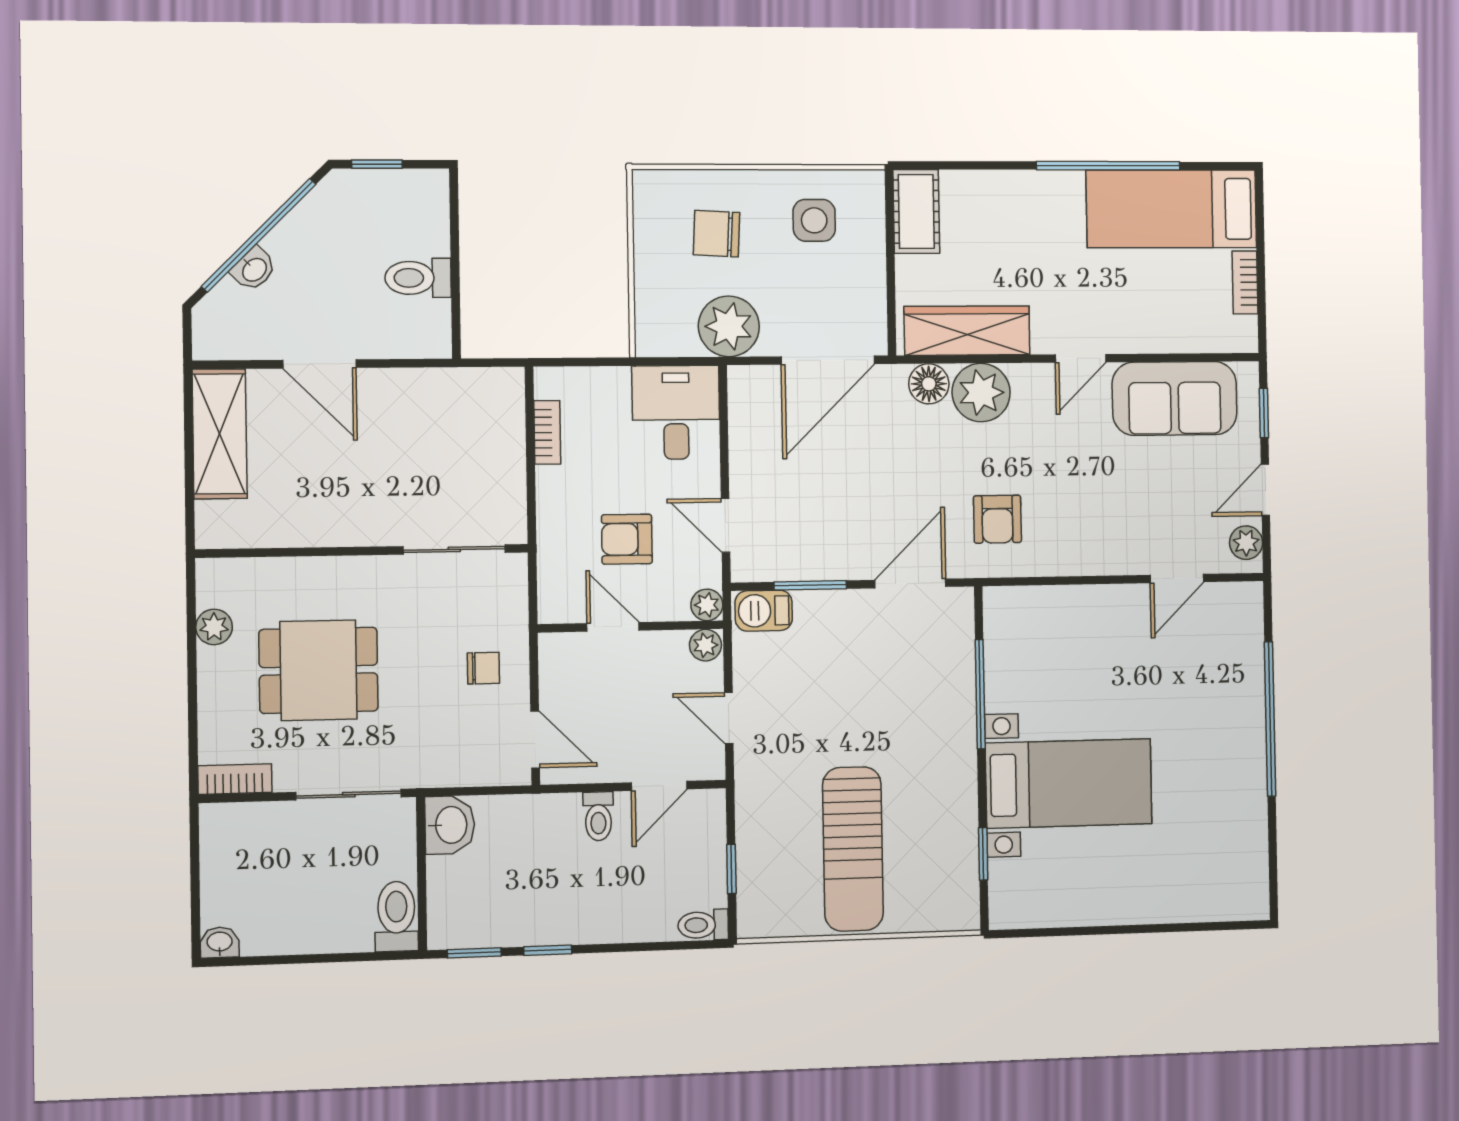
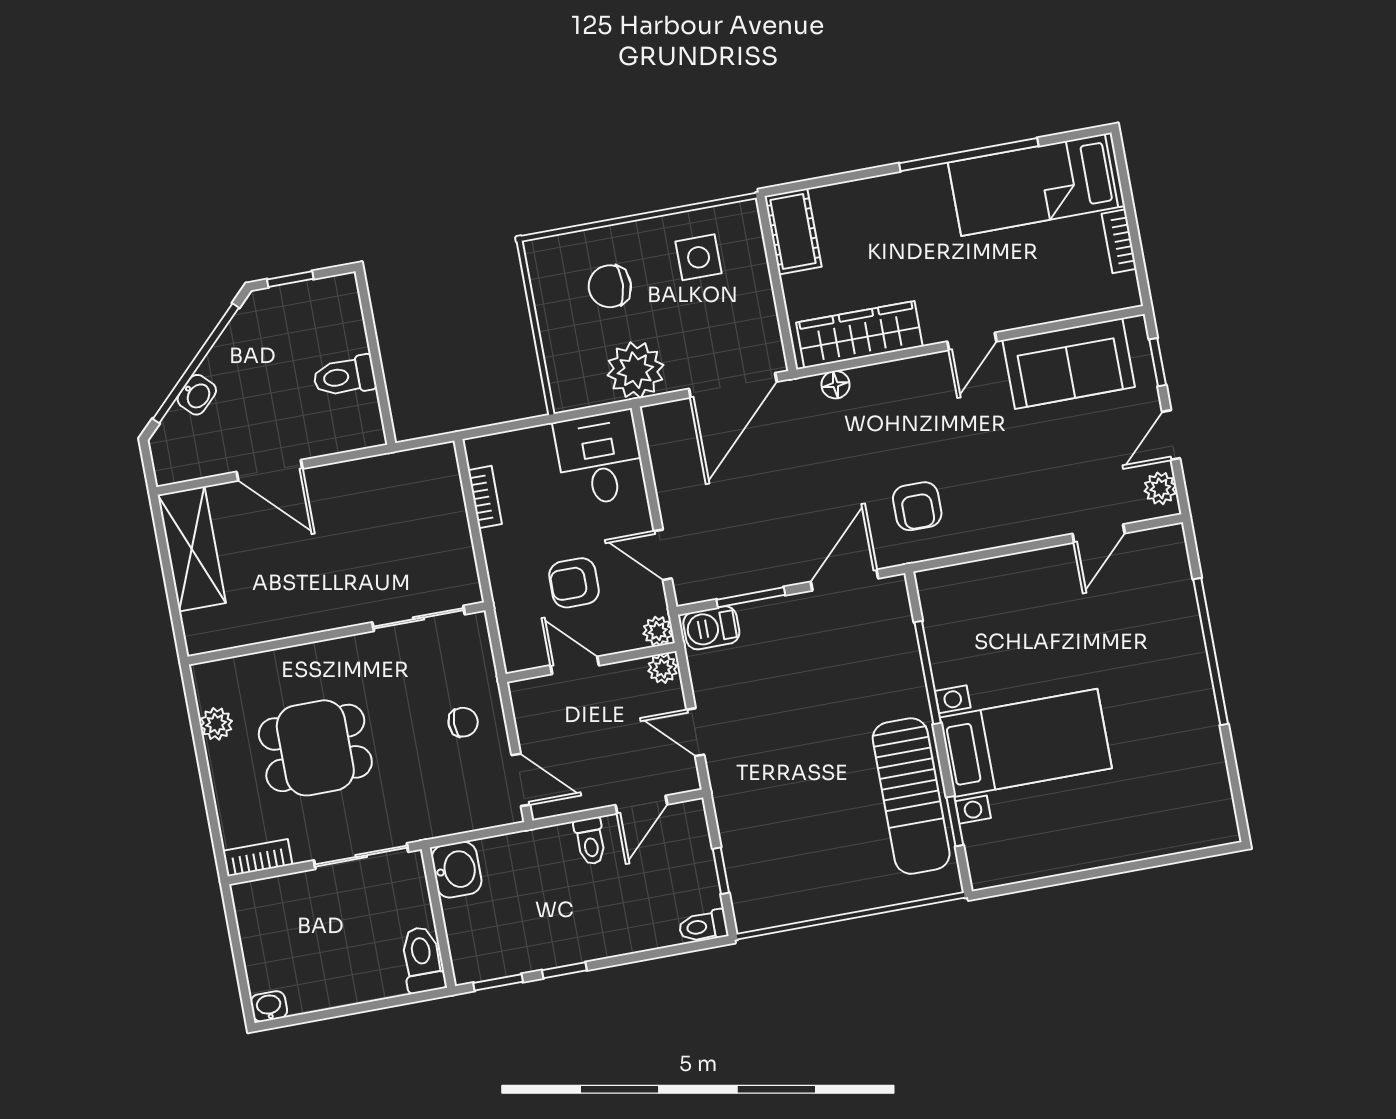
floor lamp: (929, 384) -> (836, 385), width x0.73, depth x0.73
plant: (981, 393) -> (882, 390), removed
sun lounger: (853, 849) -> (911, 796), moved

